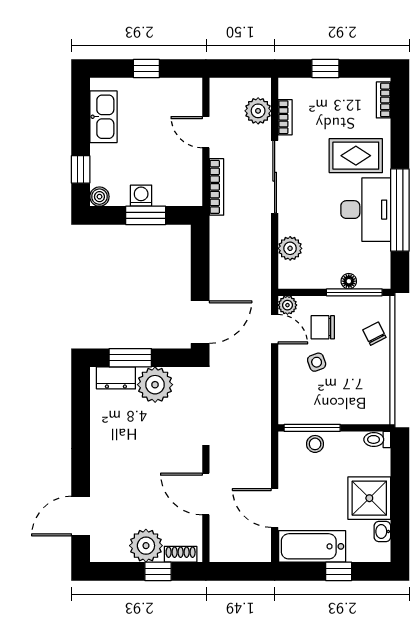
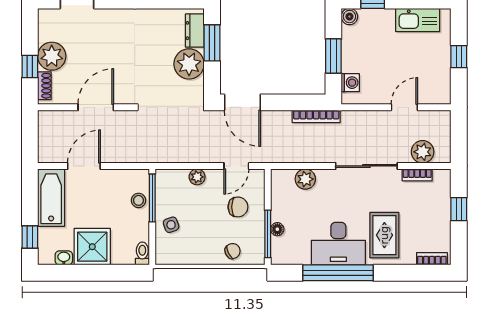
bookcase: (216, 187) -> (316, 116), moved
washing machine: (141, 196) -> (350, 83), moved
plant: (287, 305) -> (197, 177), moved
chair: (323, 327) -> (238, 207), turned 90
side table: (317, 362) -> (171, 225), moved
window: (339, 571) -> (30, 237), moved

